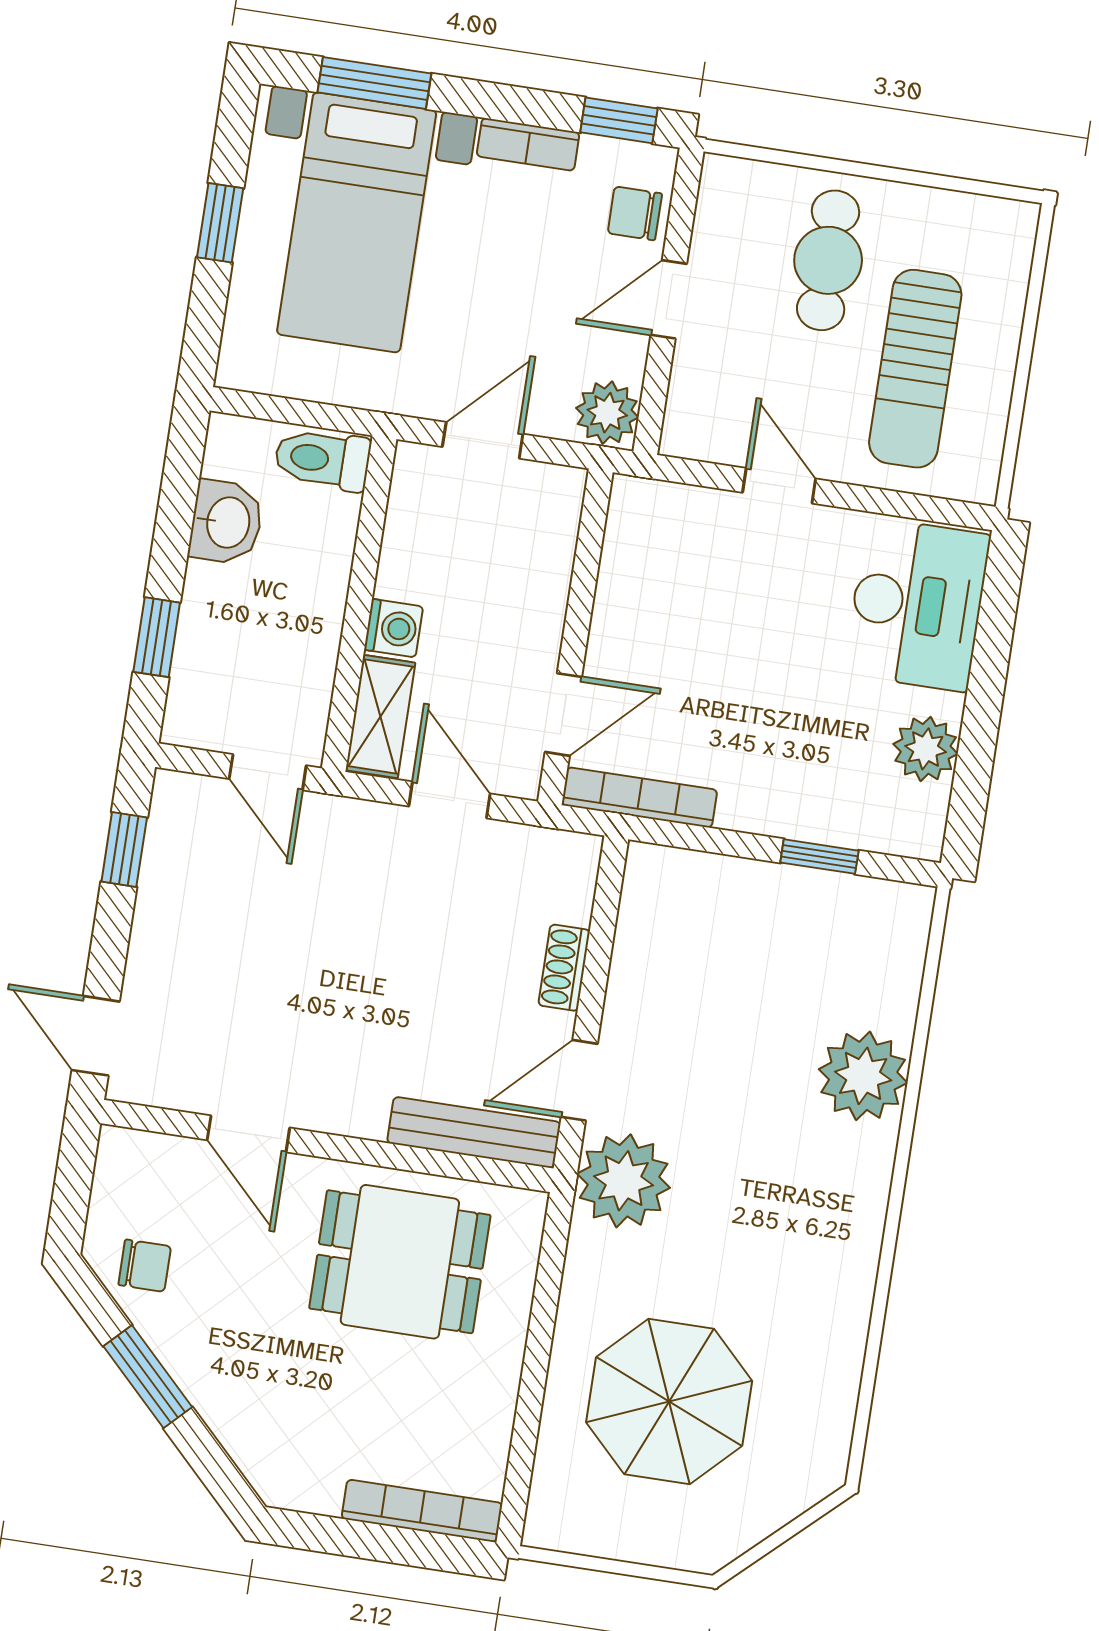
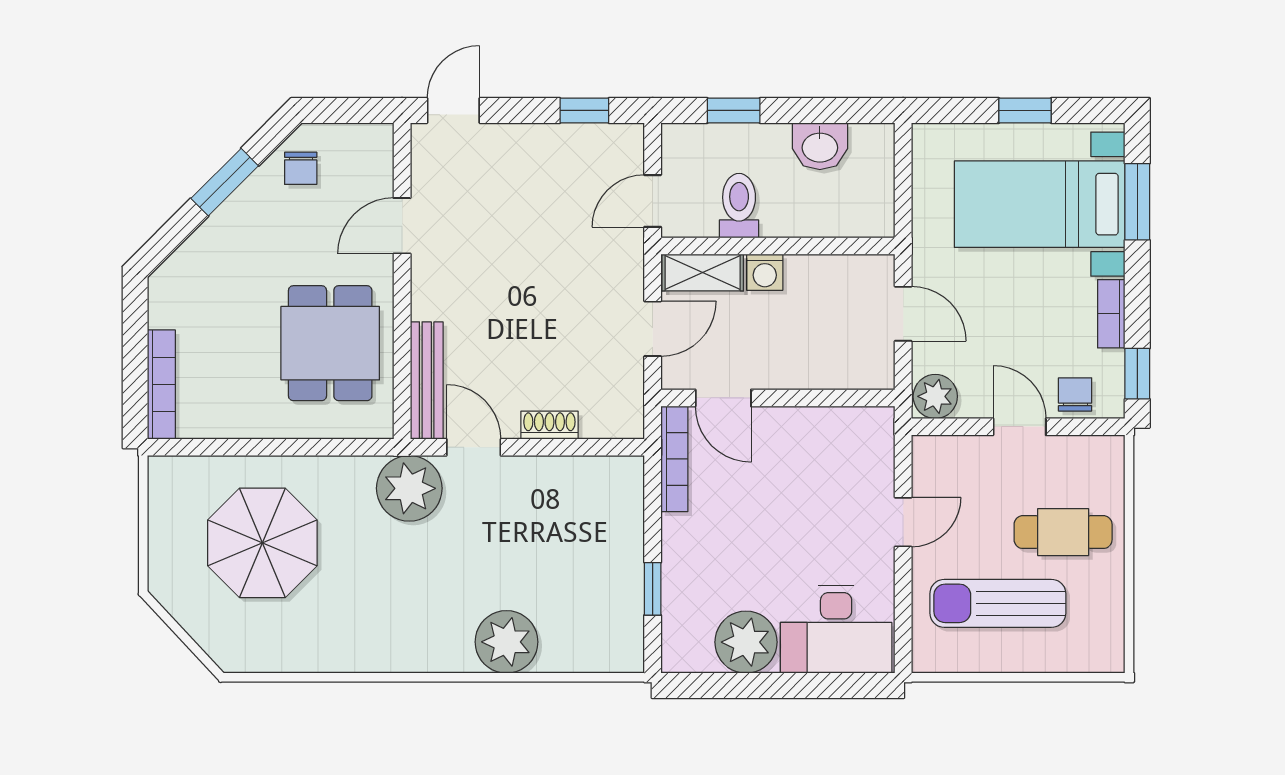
toilet: (322, 459) -> (739, 206), moved
plant: (926, 749) -> (746, 642), width x1.36, depth x1.36

